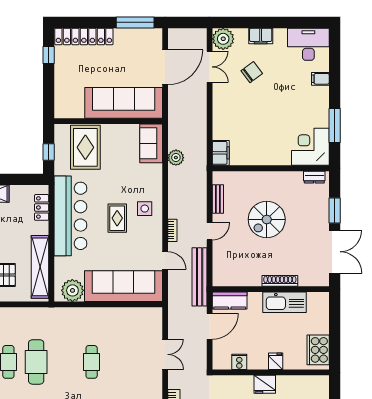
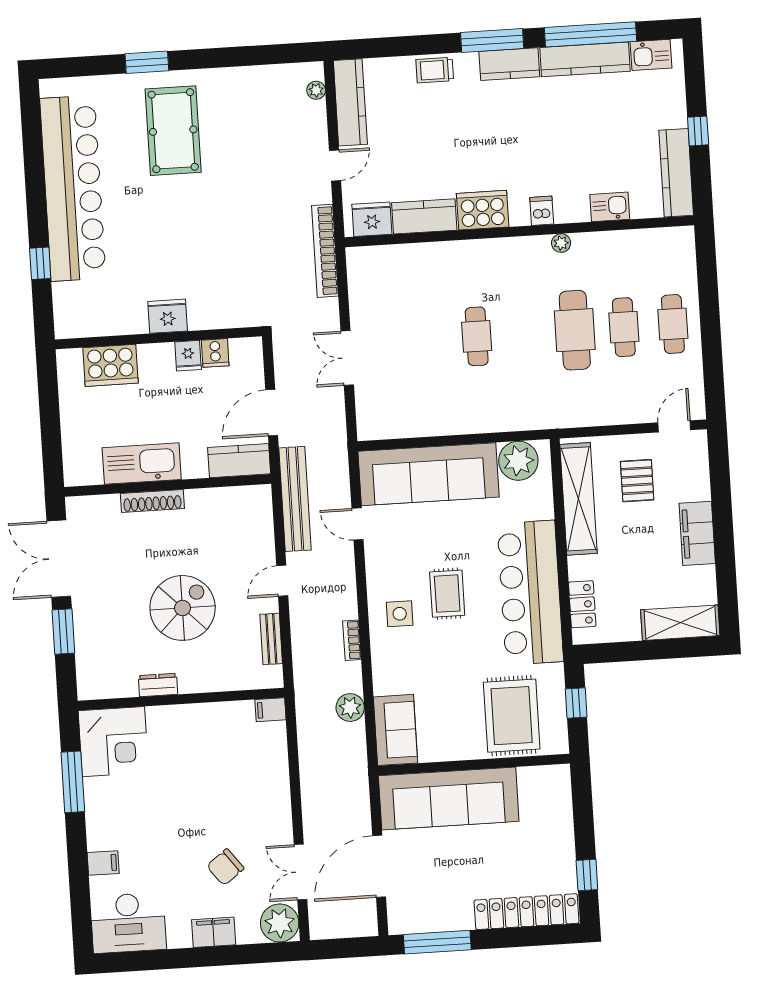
filing cabinet: (221, 153) -> (270, 710), width x0.50
dresser: (314, 177) -> (158, 685), moved
bookcase: (172, 230) -> (352, 640), moved
cooker: (318, 350) -> (110, 365), moved, turned 90
fridge: (276, 361) -> (188, 356), moved

